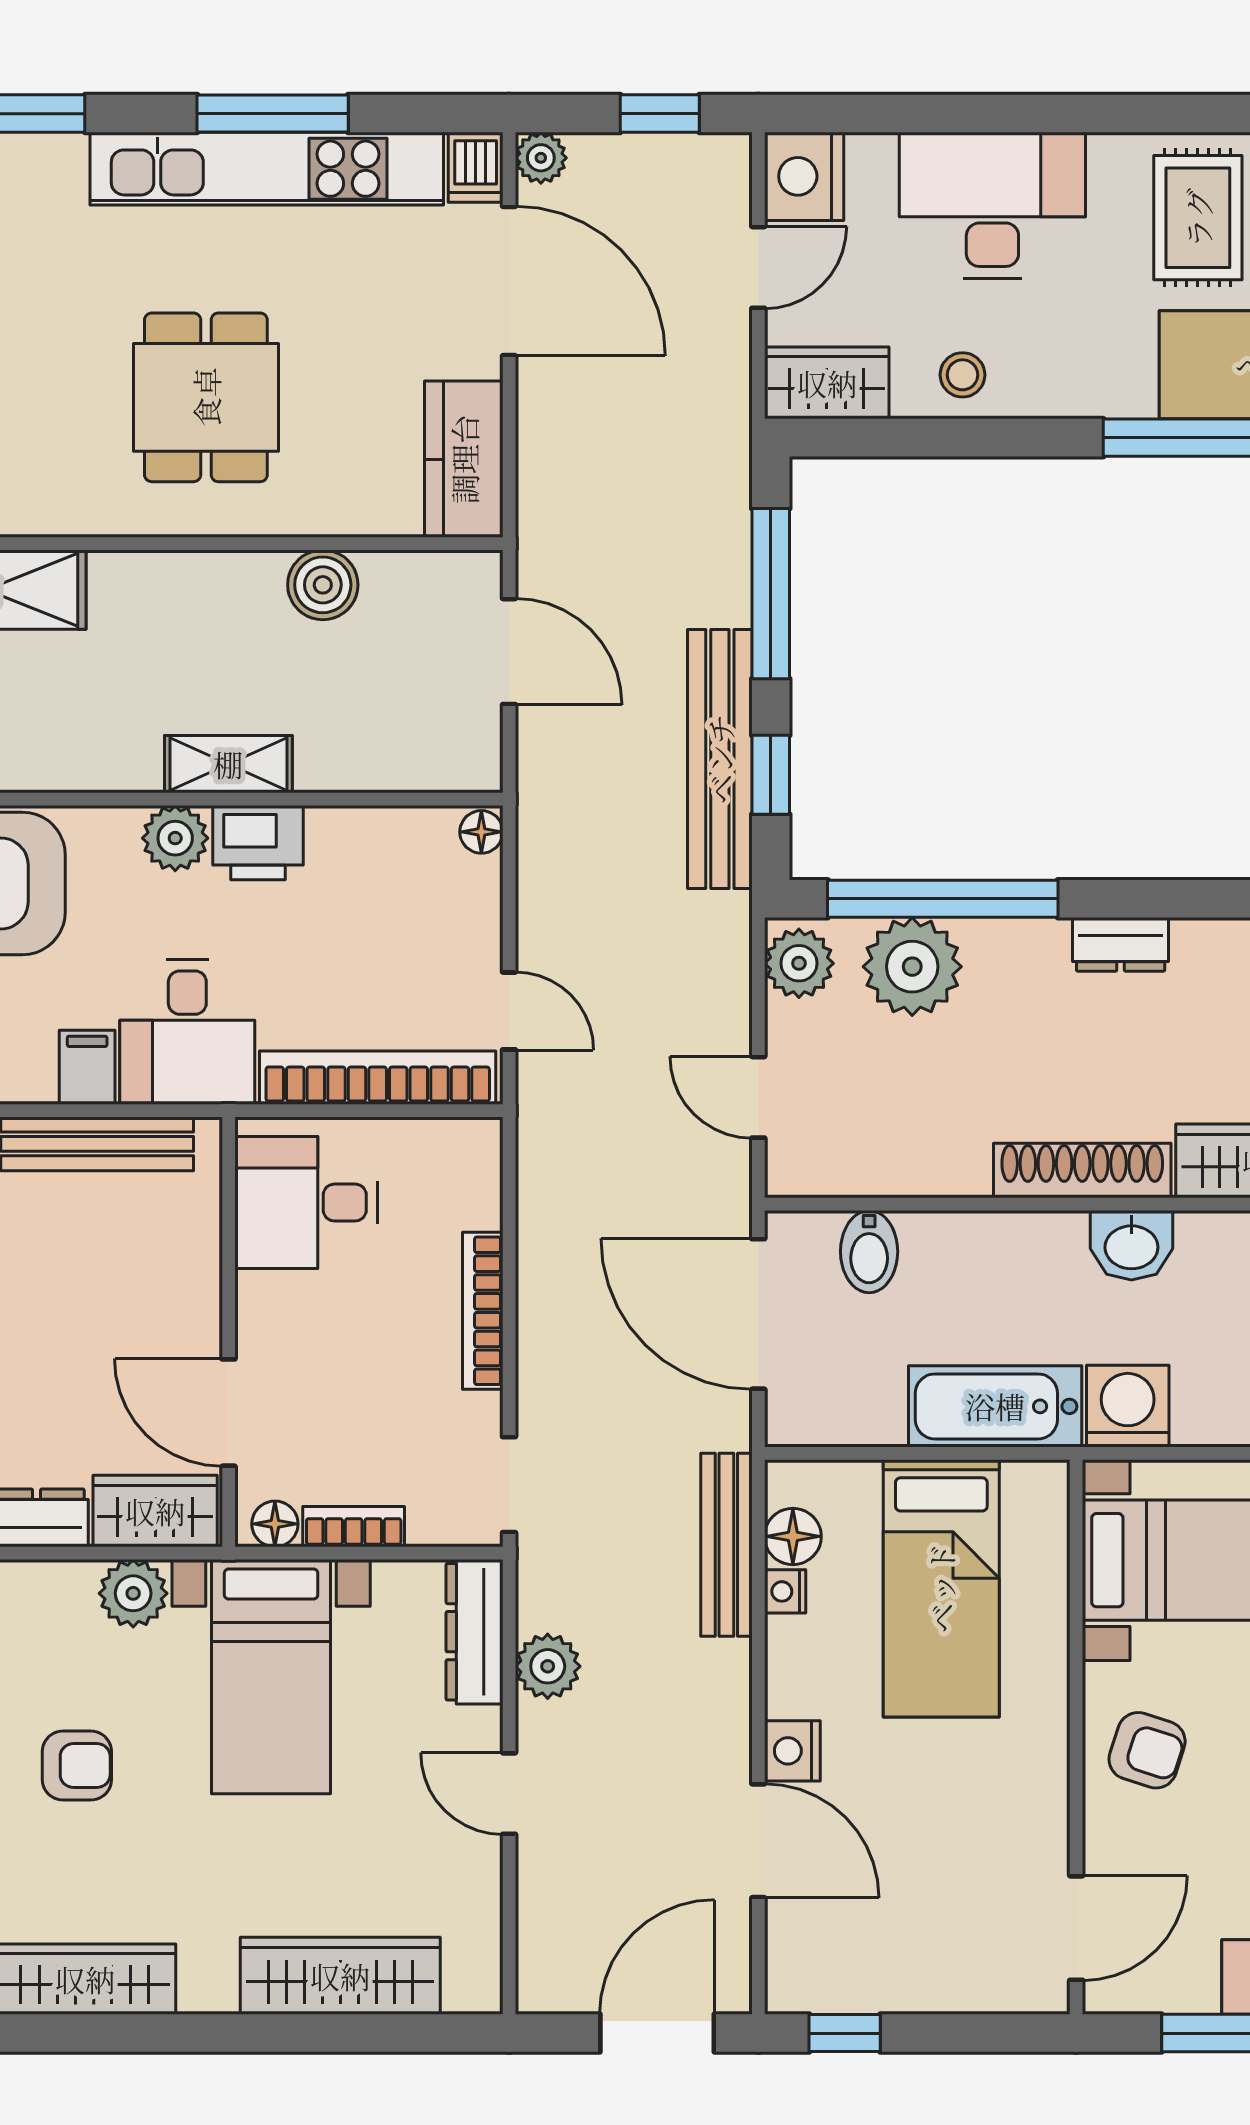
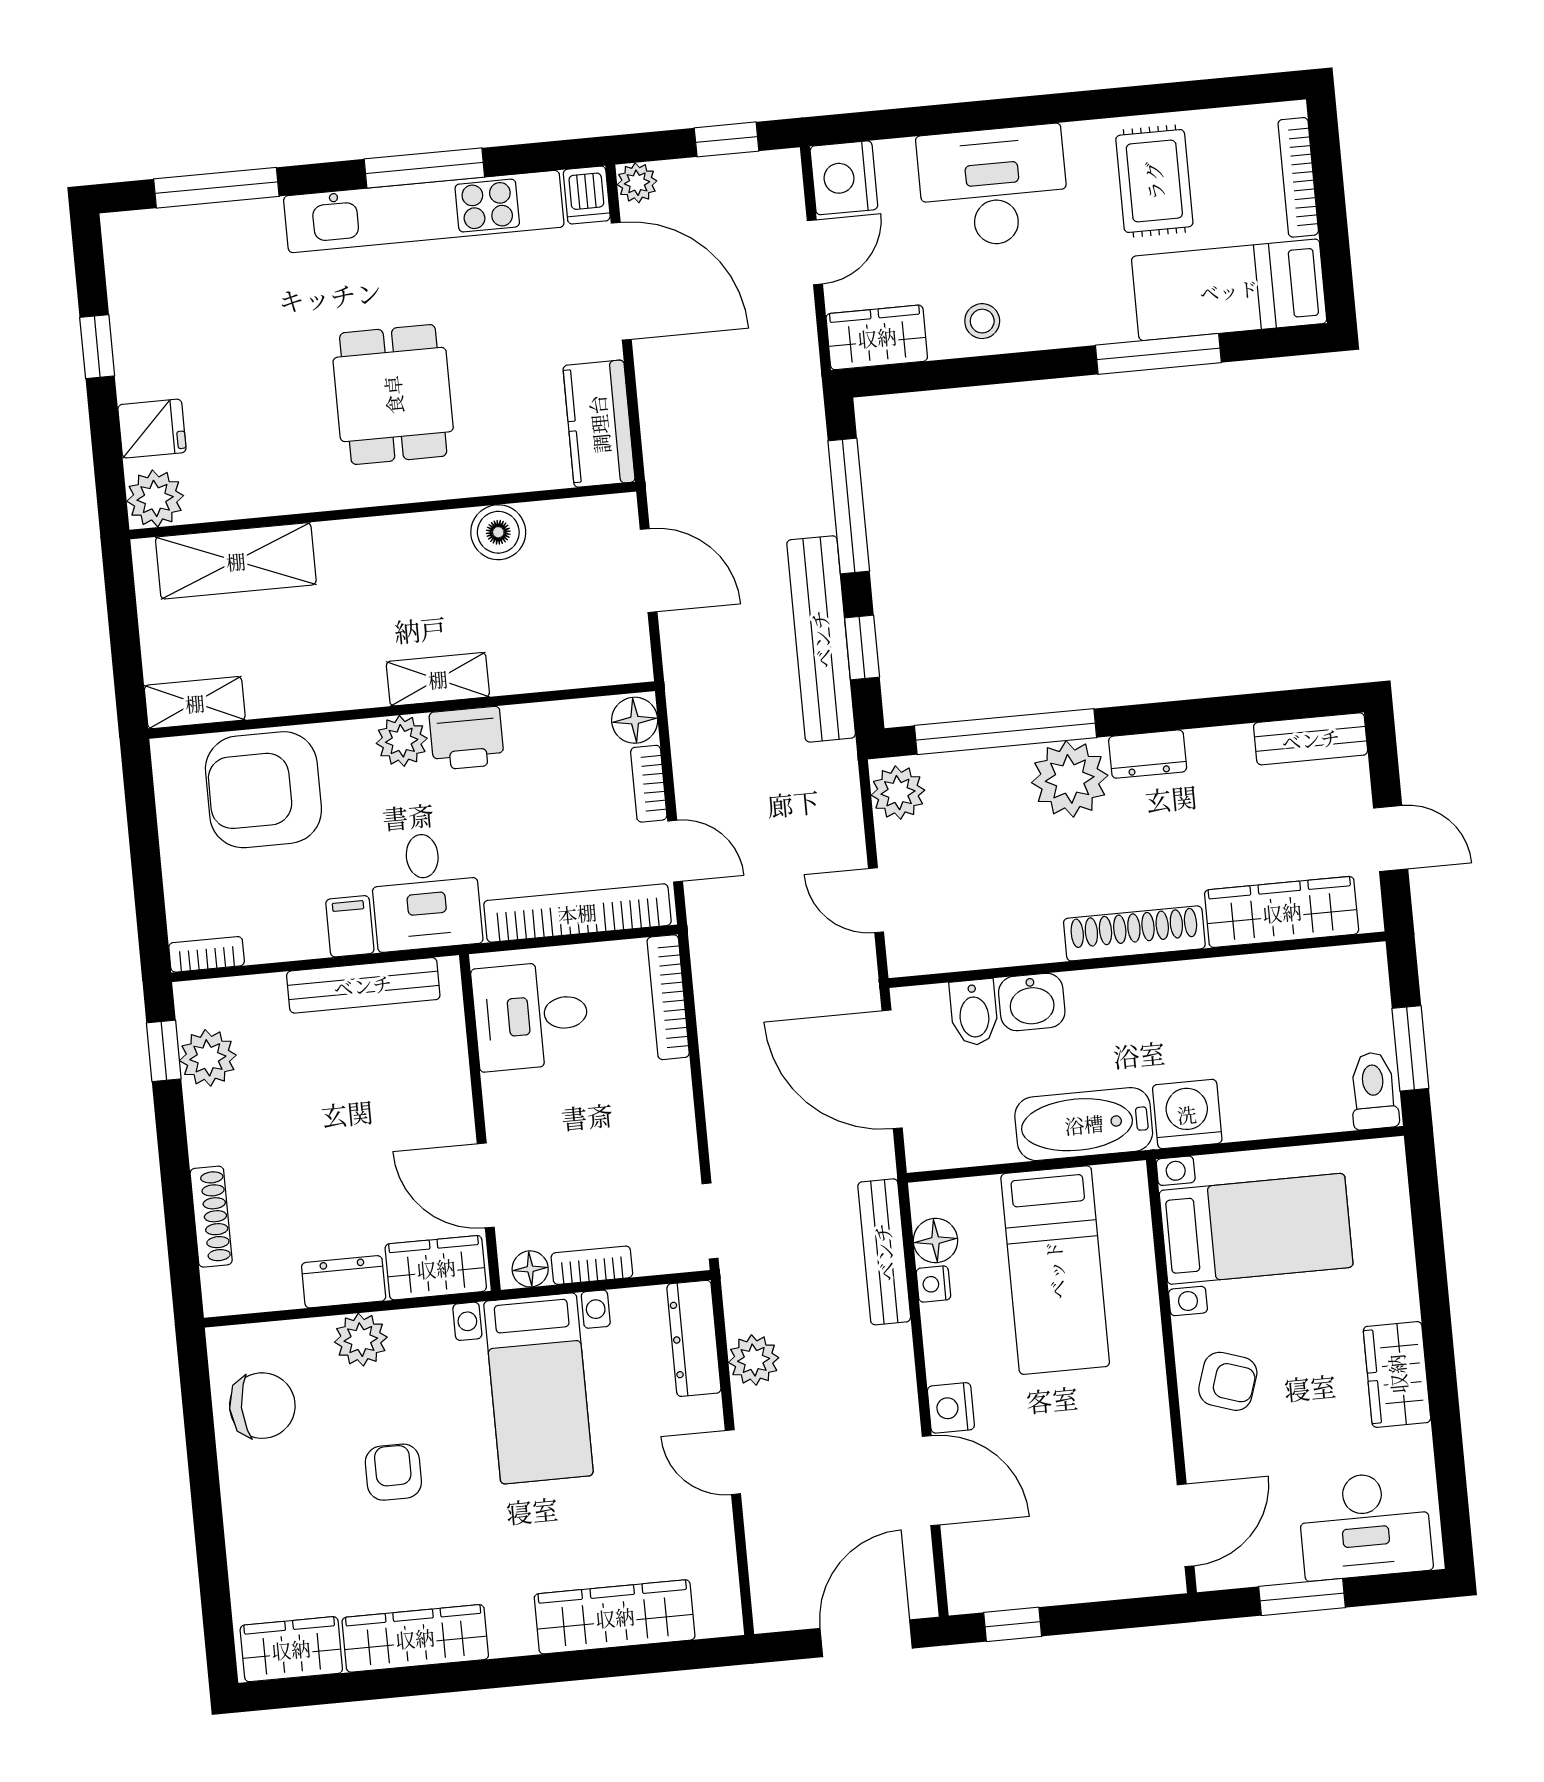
floor lamp: (481, 832) -> (635, 720), width x1.37, depth x1.37
bookcase: (484, 922) -> (649, 784), added
plant: (912, 967) -> (1070, 779), moved
washbasin: (1131, 1245) -> (1032, 1002), moved
bookcase: (483, 1311) -> (668, 997), moved
plant: (133, 1593) -> (361, 1340), moved
armchair: (77, 1766) -> (393, 1472), turned -90

